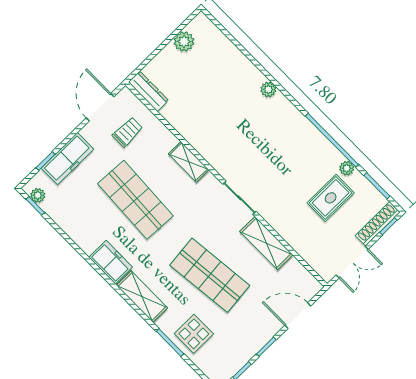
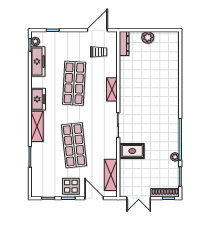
plant: (184, 41) -> (148, 37), moved
plant: (268, 89) -> (175, 92), removed
freezer: (67, 159) -> (38, 62), moved, turned -90
rug: (331, 198) -> (132, 151), moved
shelving: (266, 243) -> (111, 175), moved
display table: (194, 334) -> (71, 186), moved

